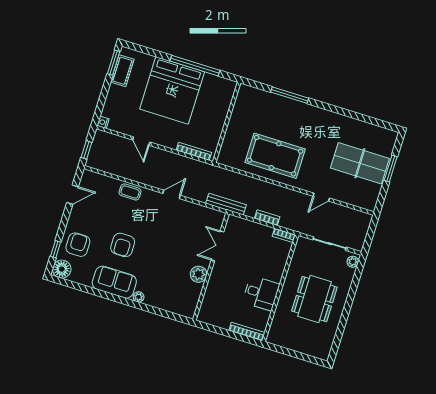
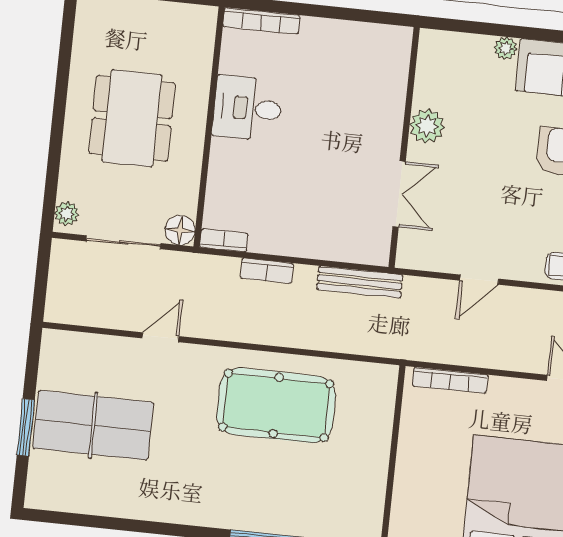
floor lamp: (303, 244) -> (180, 230), added
double door: (217, 246) -> (399, 194), moved
wall: (211, 267) -> (404, 147), moved
plant: (199, 274) -> (427, 126), moved

